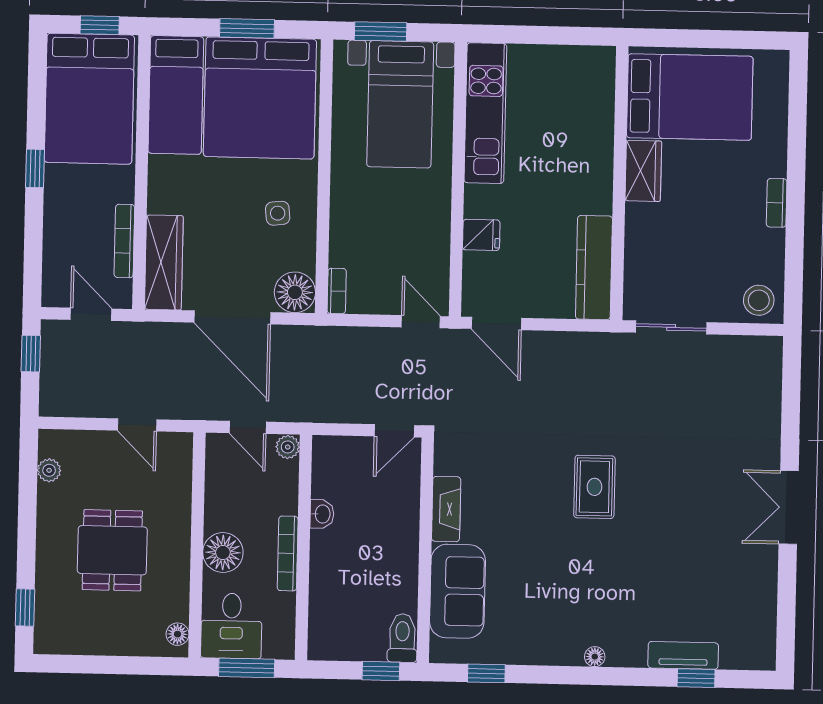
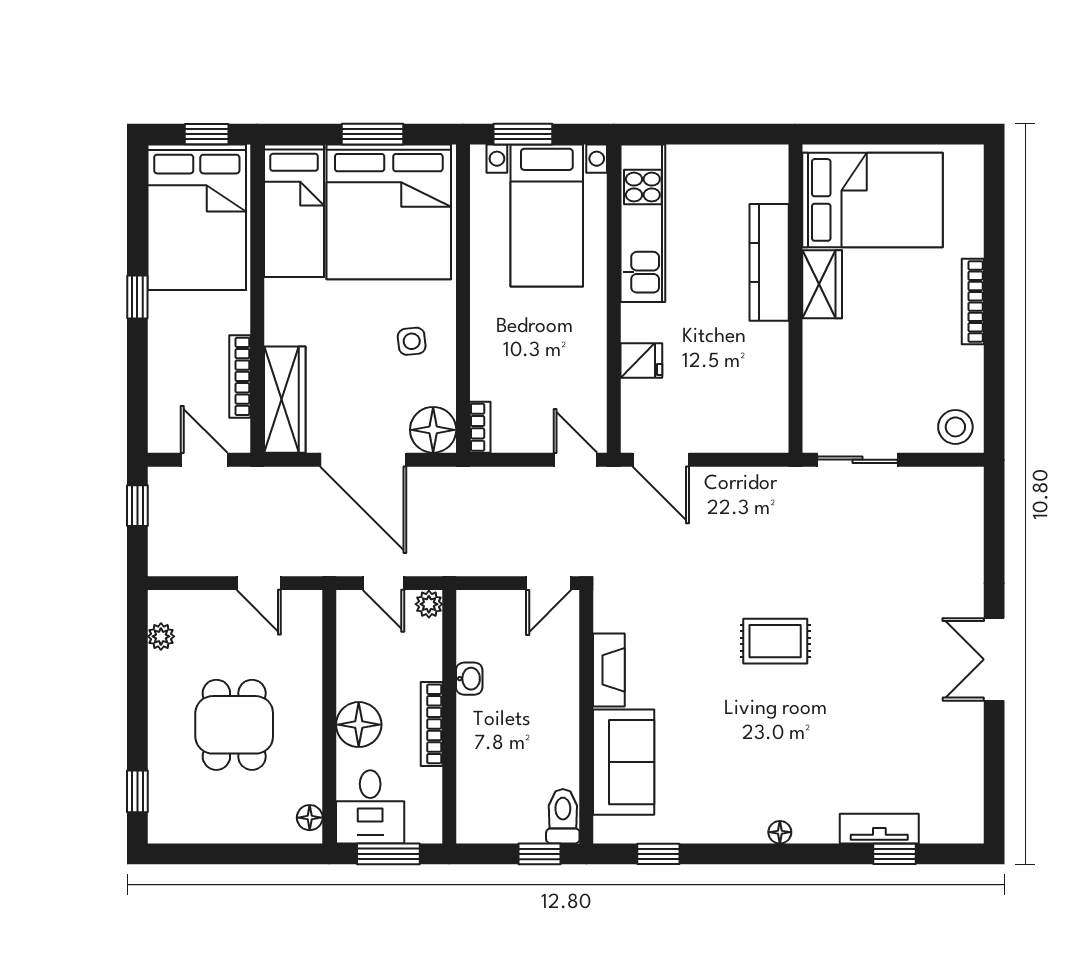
bookcase: (777, 203) -> (973, 301), width x1.56
kitchen counter: (594, 268) -> (769, 262), moved
rug: (594, 487) -> (775, 641), turned 90

